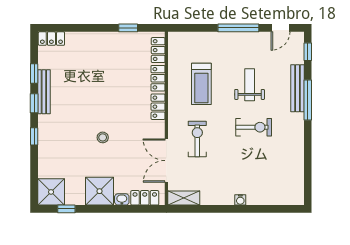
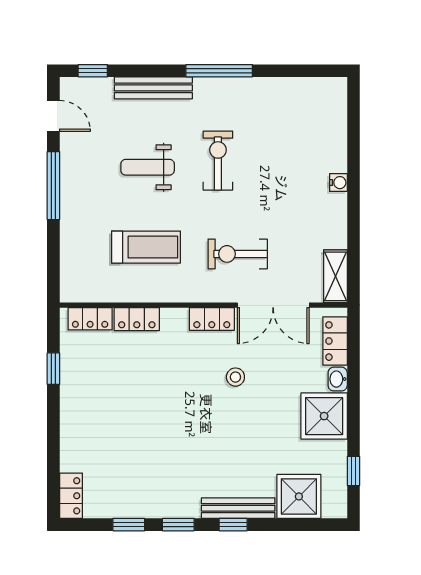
bench: (44, 92) -> (238, 508), moved
window: (308, 100) -> (219, 71), moved
locker: (158, 107) -> (212, 319), moved
stool: (103, 137) -> (235, 377), moved
shower: (51, 192) -> (299, 496), moved

